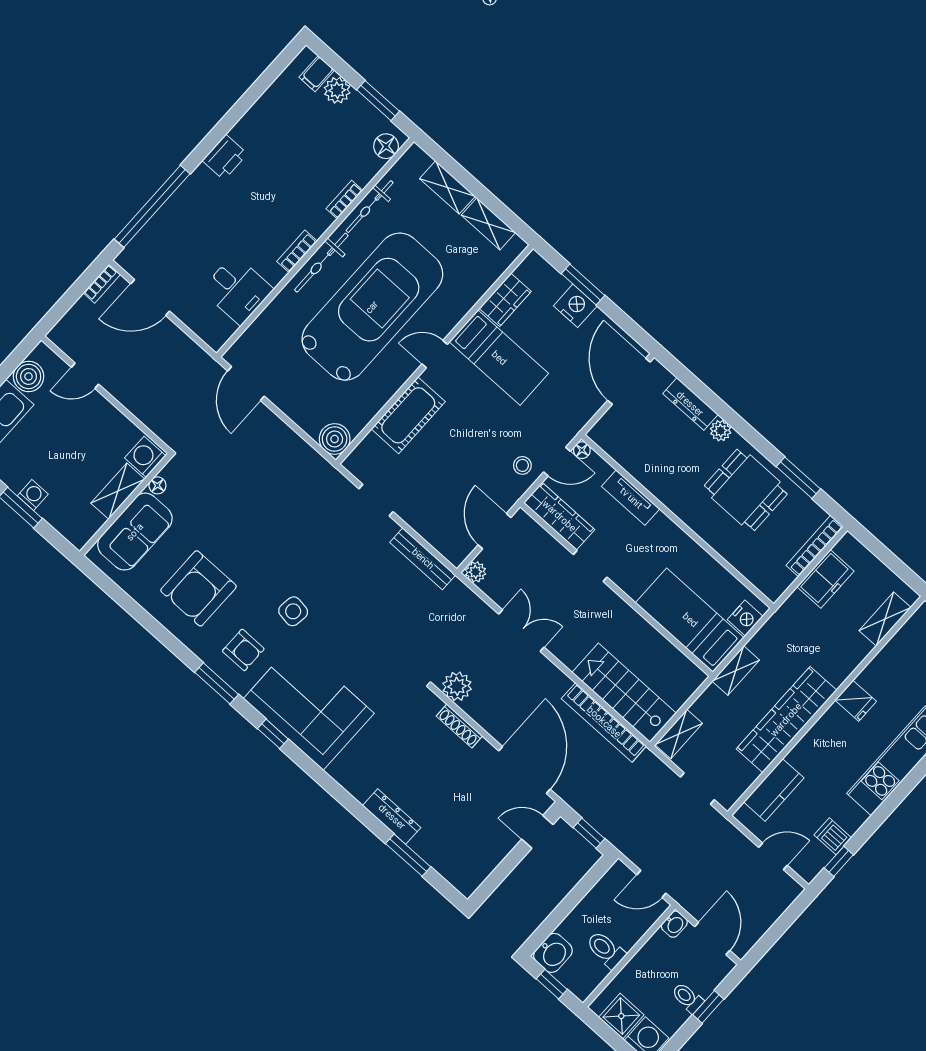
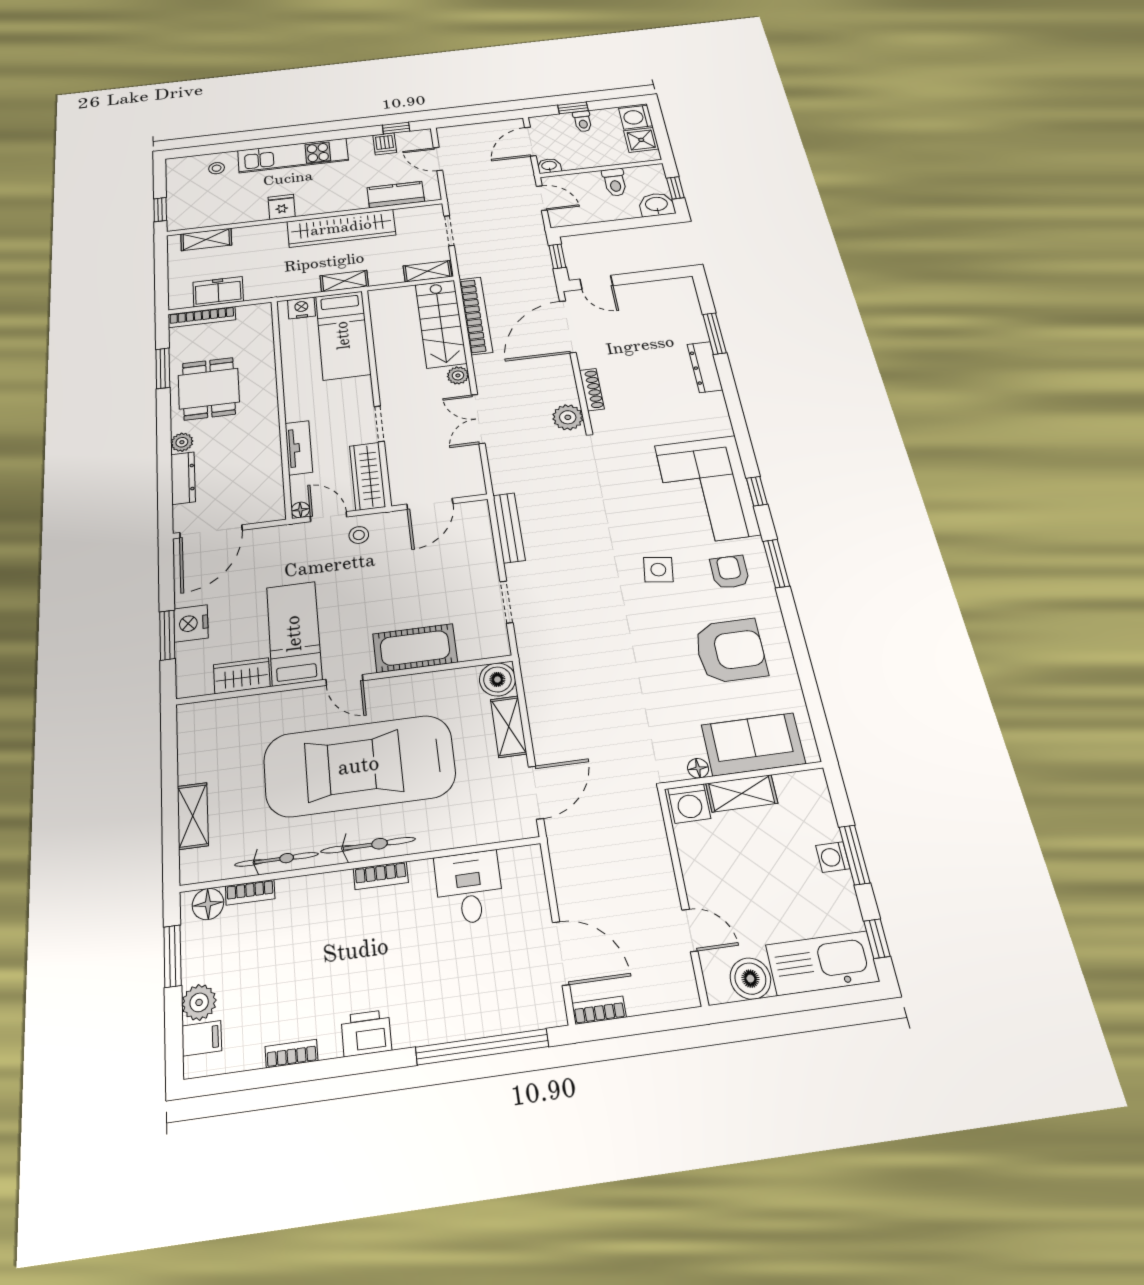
bookcase: (257, 110) -> (291, 1054), added
bookcase: (344, 200) -> (250, 892), moved
shelving: (488, 224) -> (509, 727), moved
plant: (475, 572) -> (458, 375), moved

